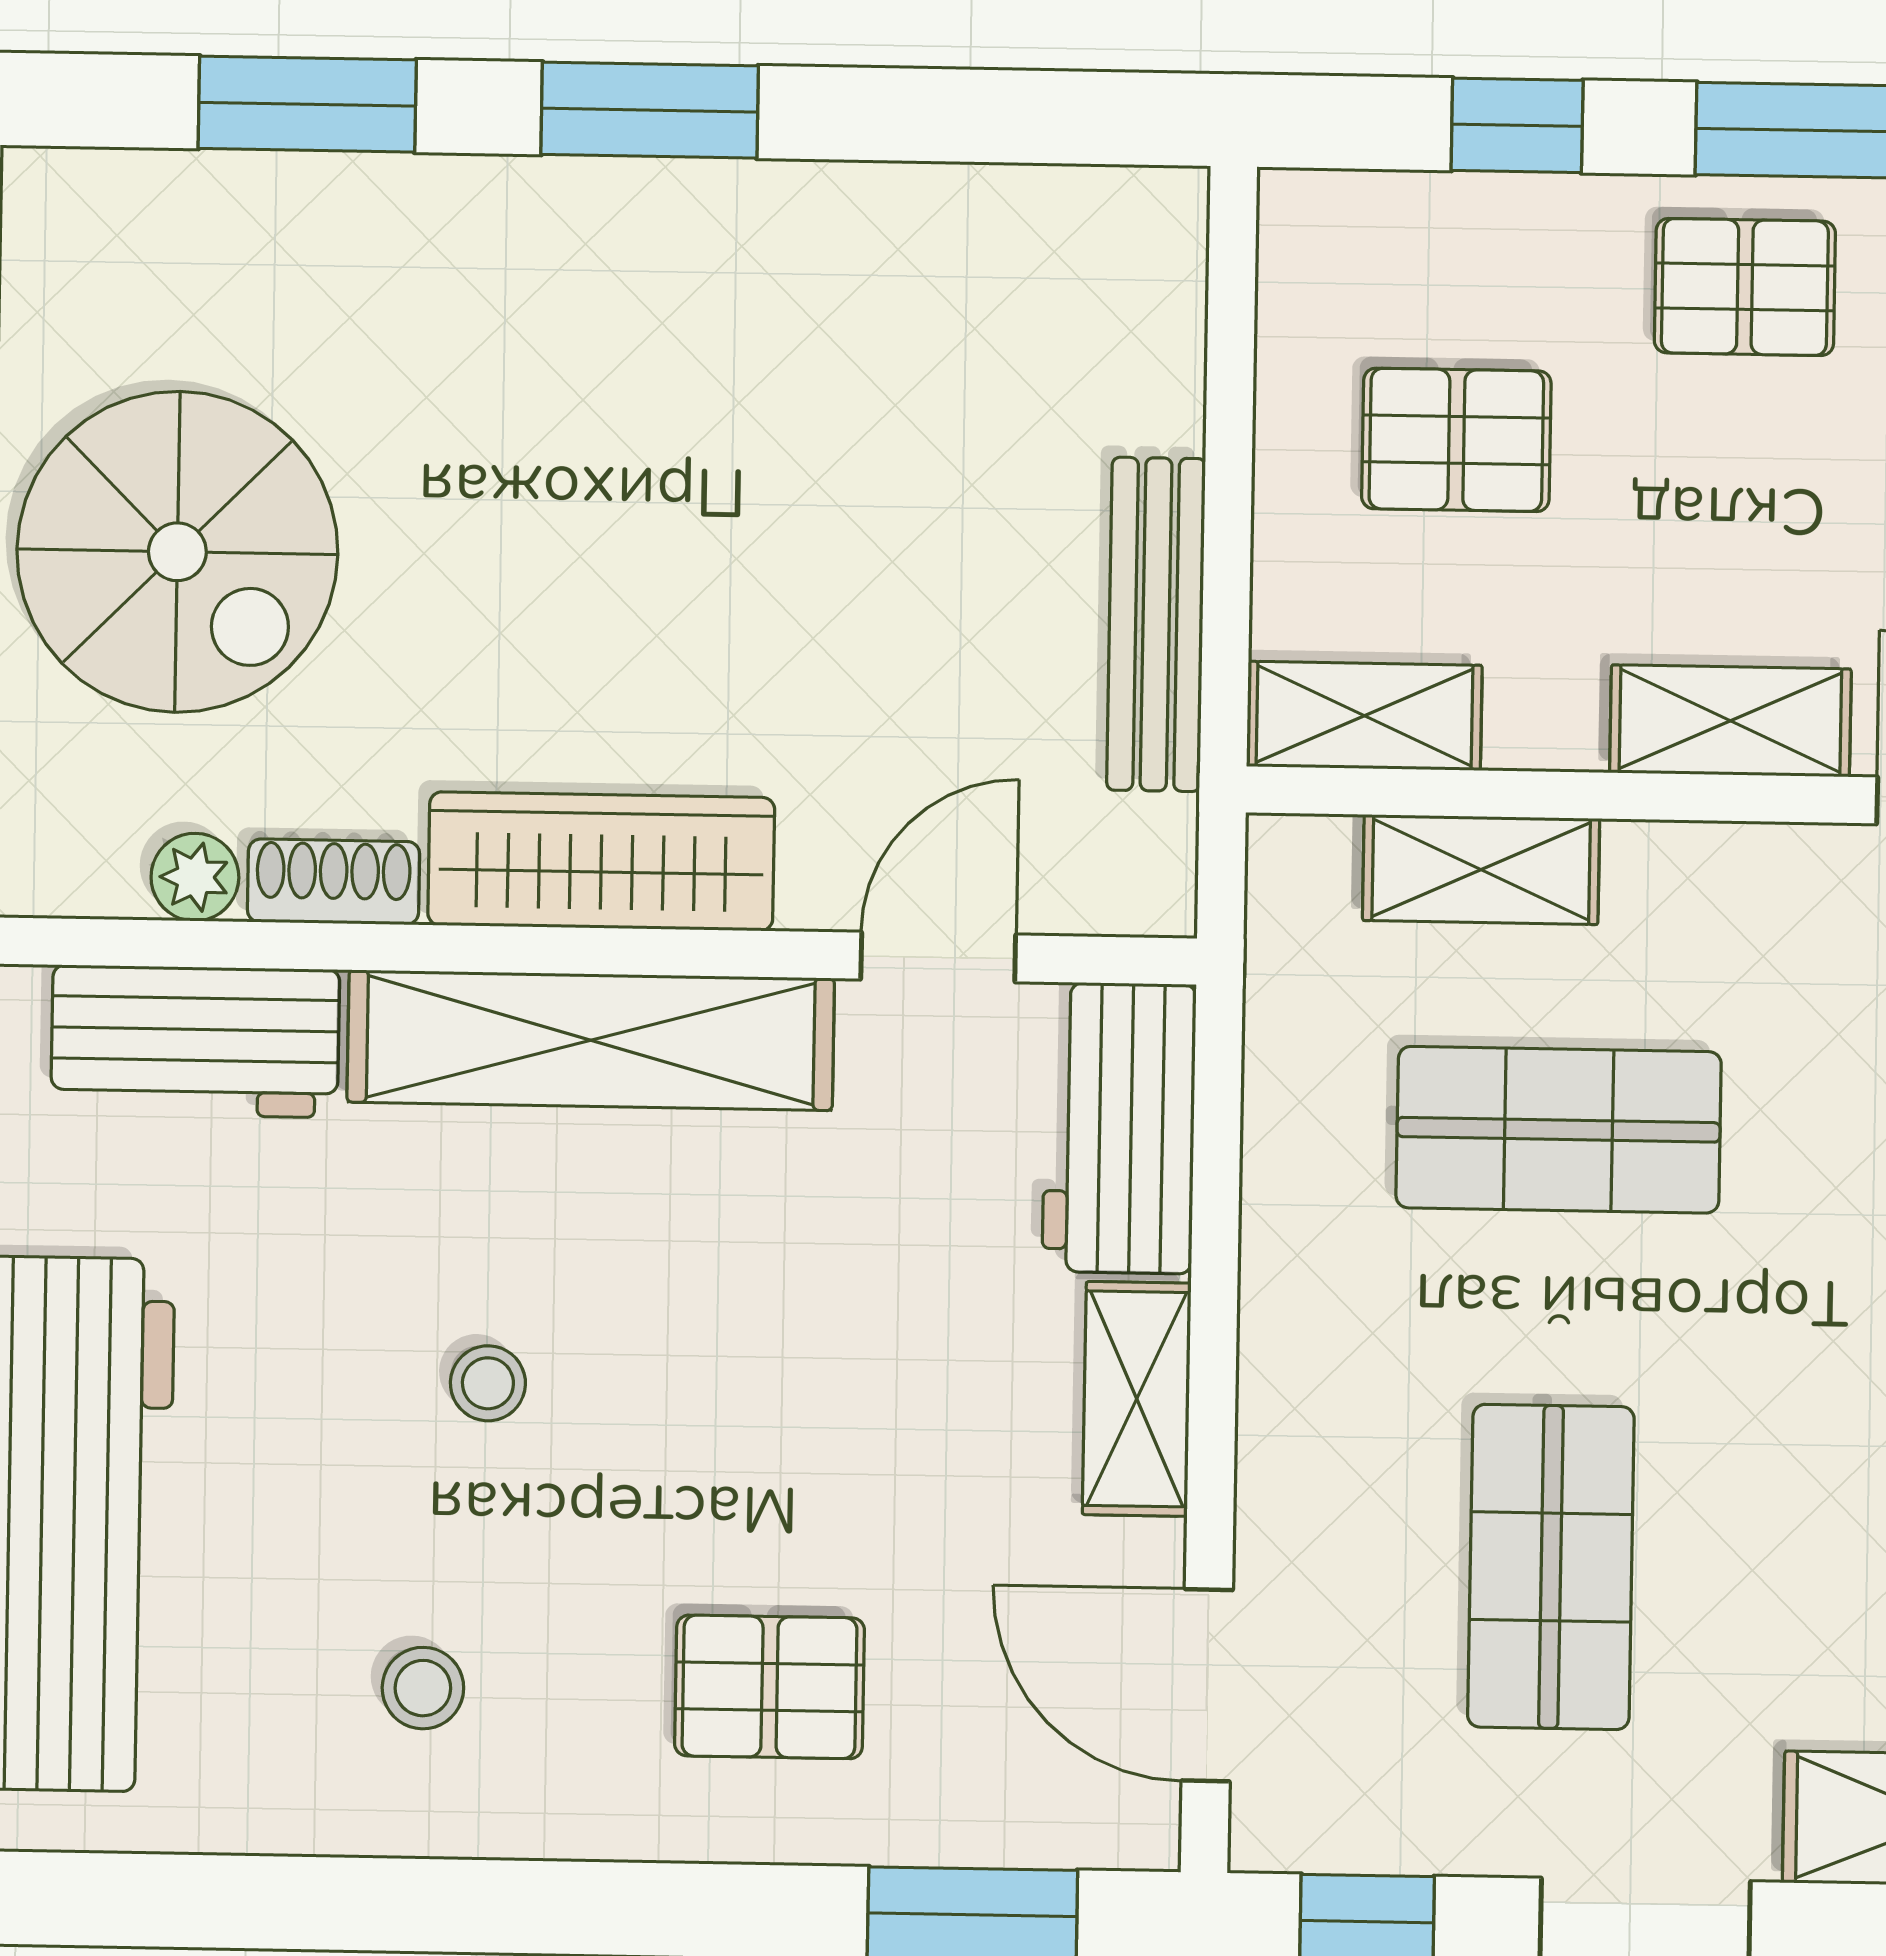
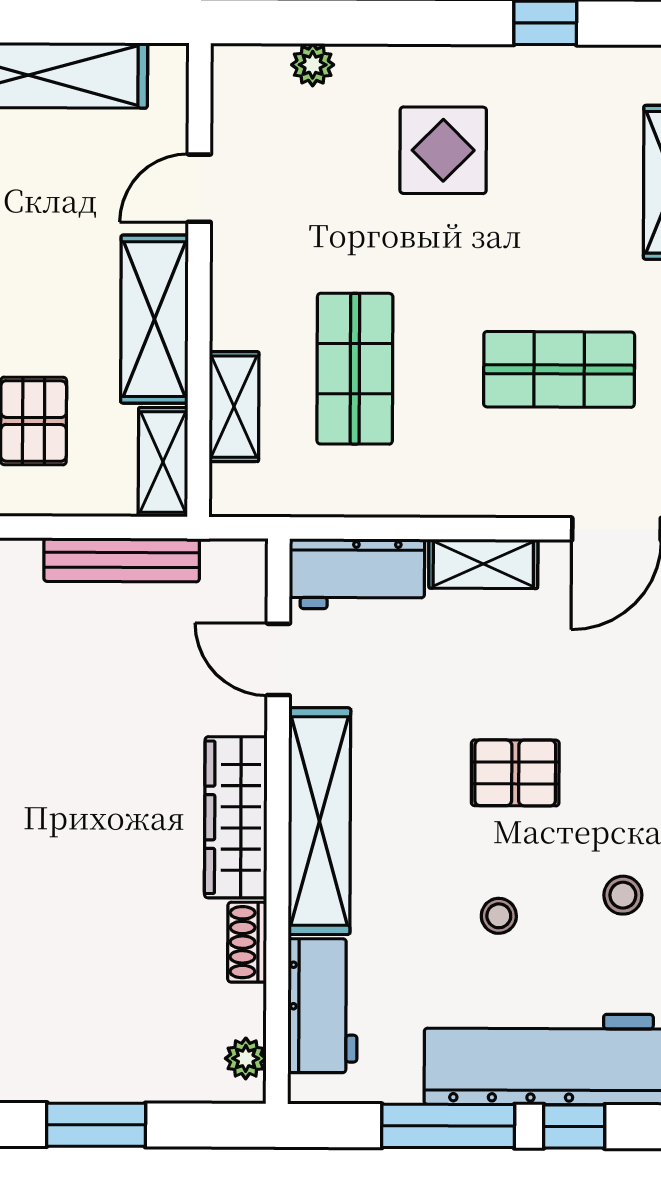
spiral stairs: (177, 552) -> (94, 1017), removed
shelving: (1730, 721) -> (154, 319), width x1.50, depth x1.33
plant: (195, 877) -> (246, 1058), moved
stool: (488, 1383) -> (499, 916), moved
pallet: (770, 1687) -> (515, 773), moved, turned 90

